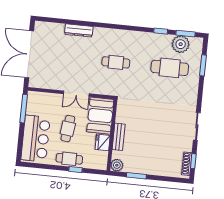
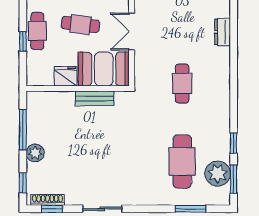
dresser: (79, 30) -> (222, 32), width x0.70
bench: (119, 137) -> (95, 98), moved
plant: (117, 165) -> (35, 153), moved
window: (136, 176) -> (23, 130), width x1.44
window: (173, 179) -> (23, 183), added

